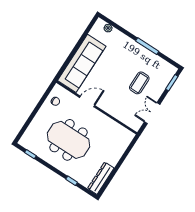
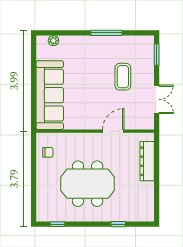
door: (87, 101) -> (113, 131), moved
double door: (152, 113) -> (157, 99), swing flipped
dresser: (101, 178) -> (147, 161), moved

